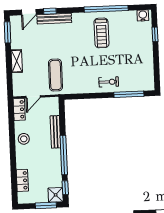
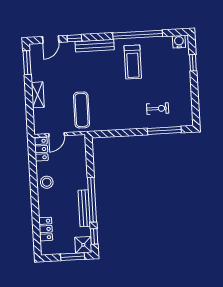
bench: (54, 19) -> (95, 46), moved
exercise bike: (109, 82) -> (158, 109), moved
bench: (55, 132) -> (84, 208), moved

